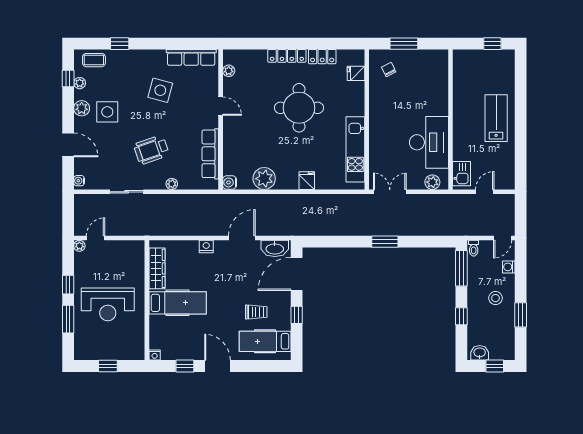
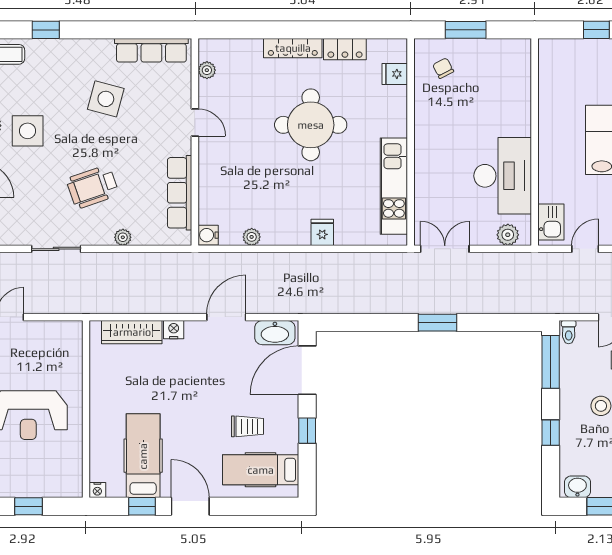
plant: (264, 179) -> (252, 237), width x0.53, depth x0.53
wardrobe: (157, 268) -> (132, 332), moved, turned 90
hospital bed: (178, 303) -> (143, 456), moved, turned -90

